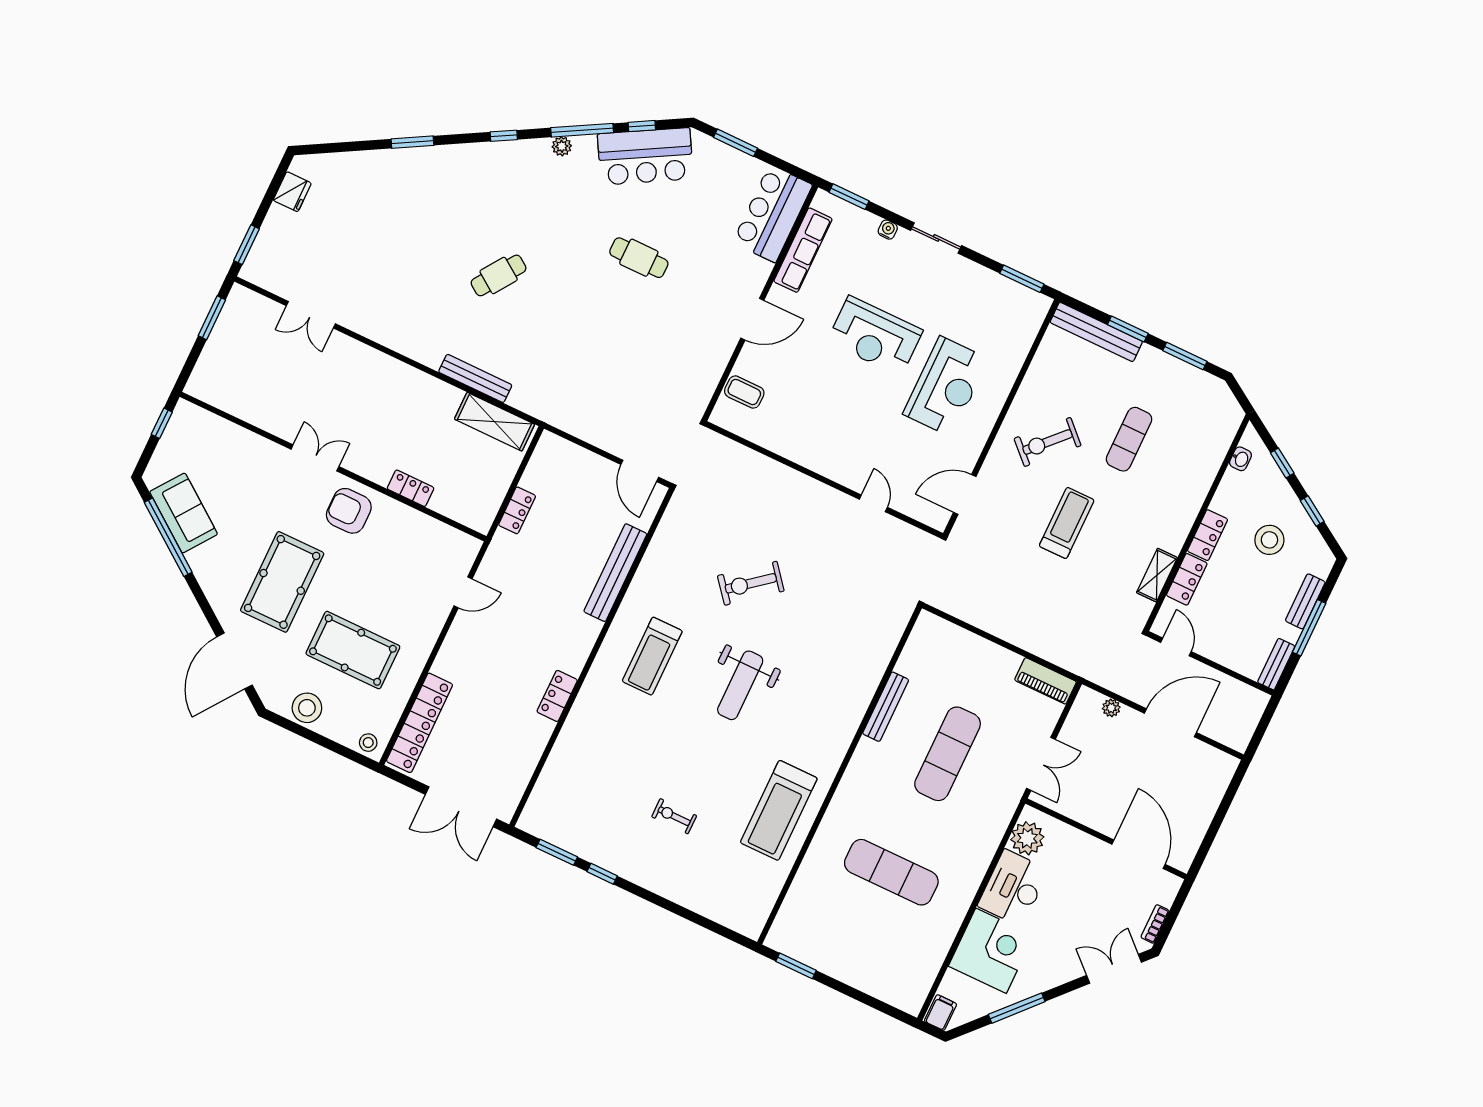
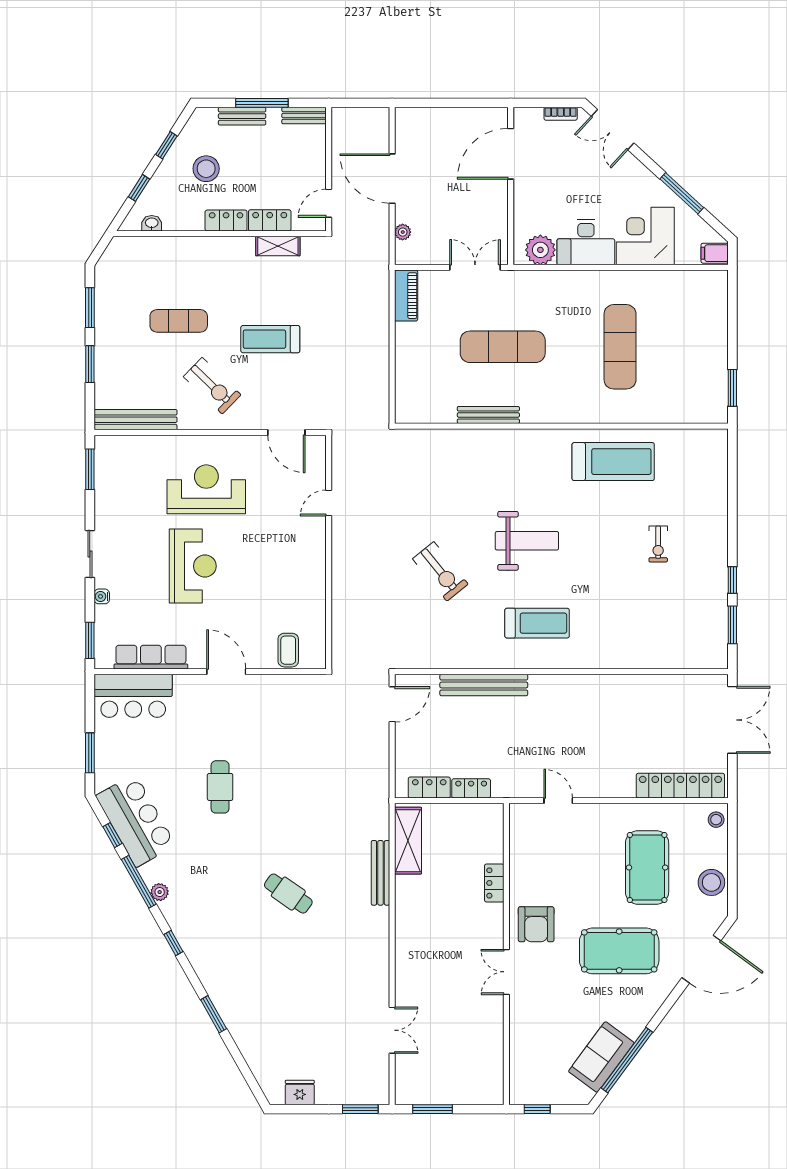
bench: (1096, 332) -> (136, 420), moved, turned 90
locker: (557, 696) -> (429, 788), moved, turned 180

